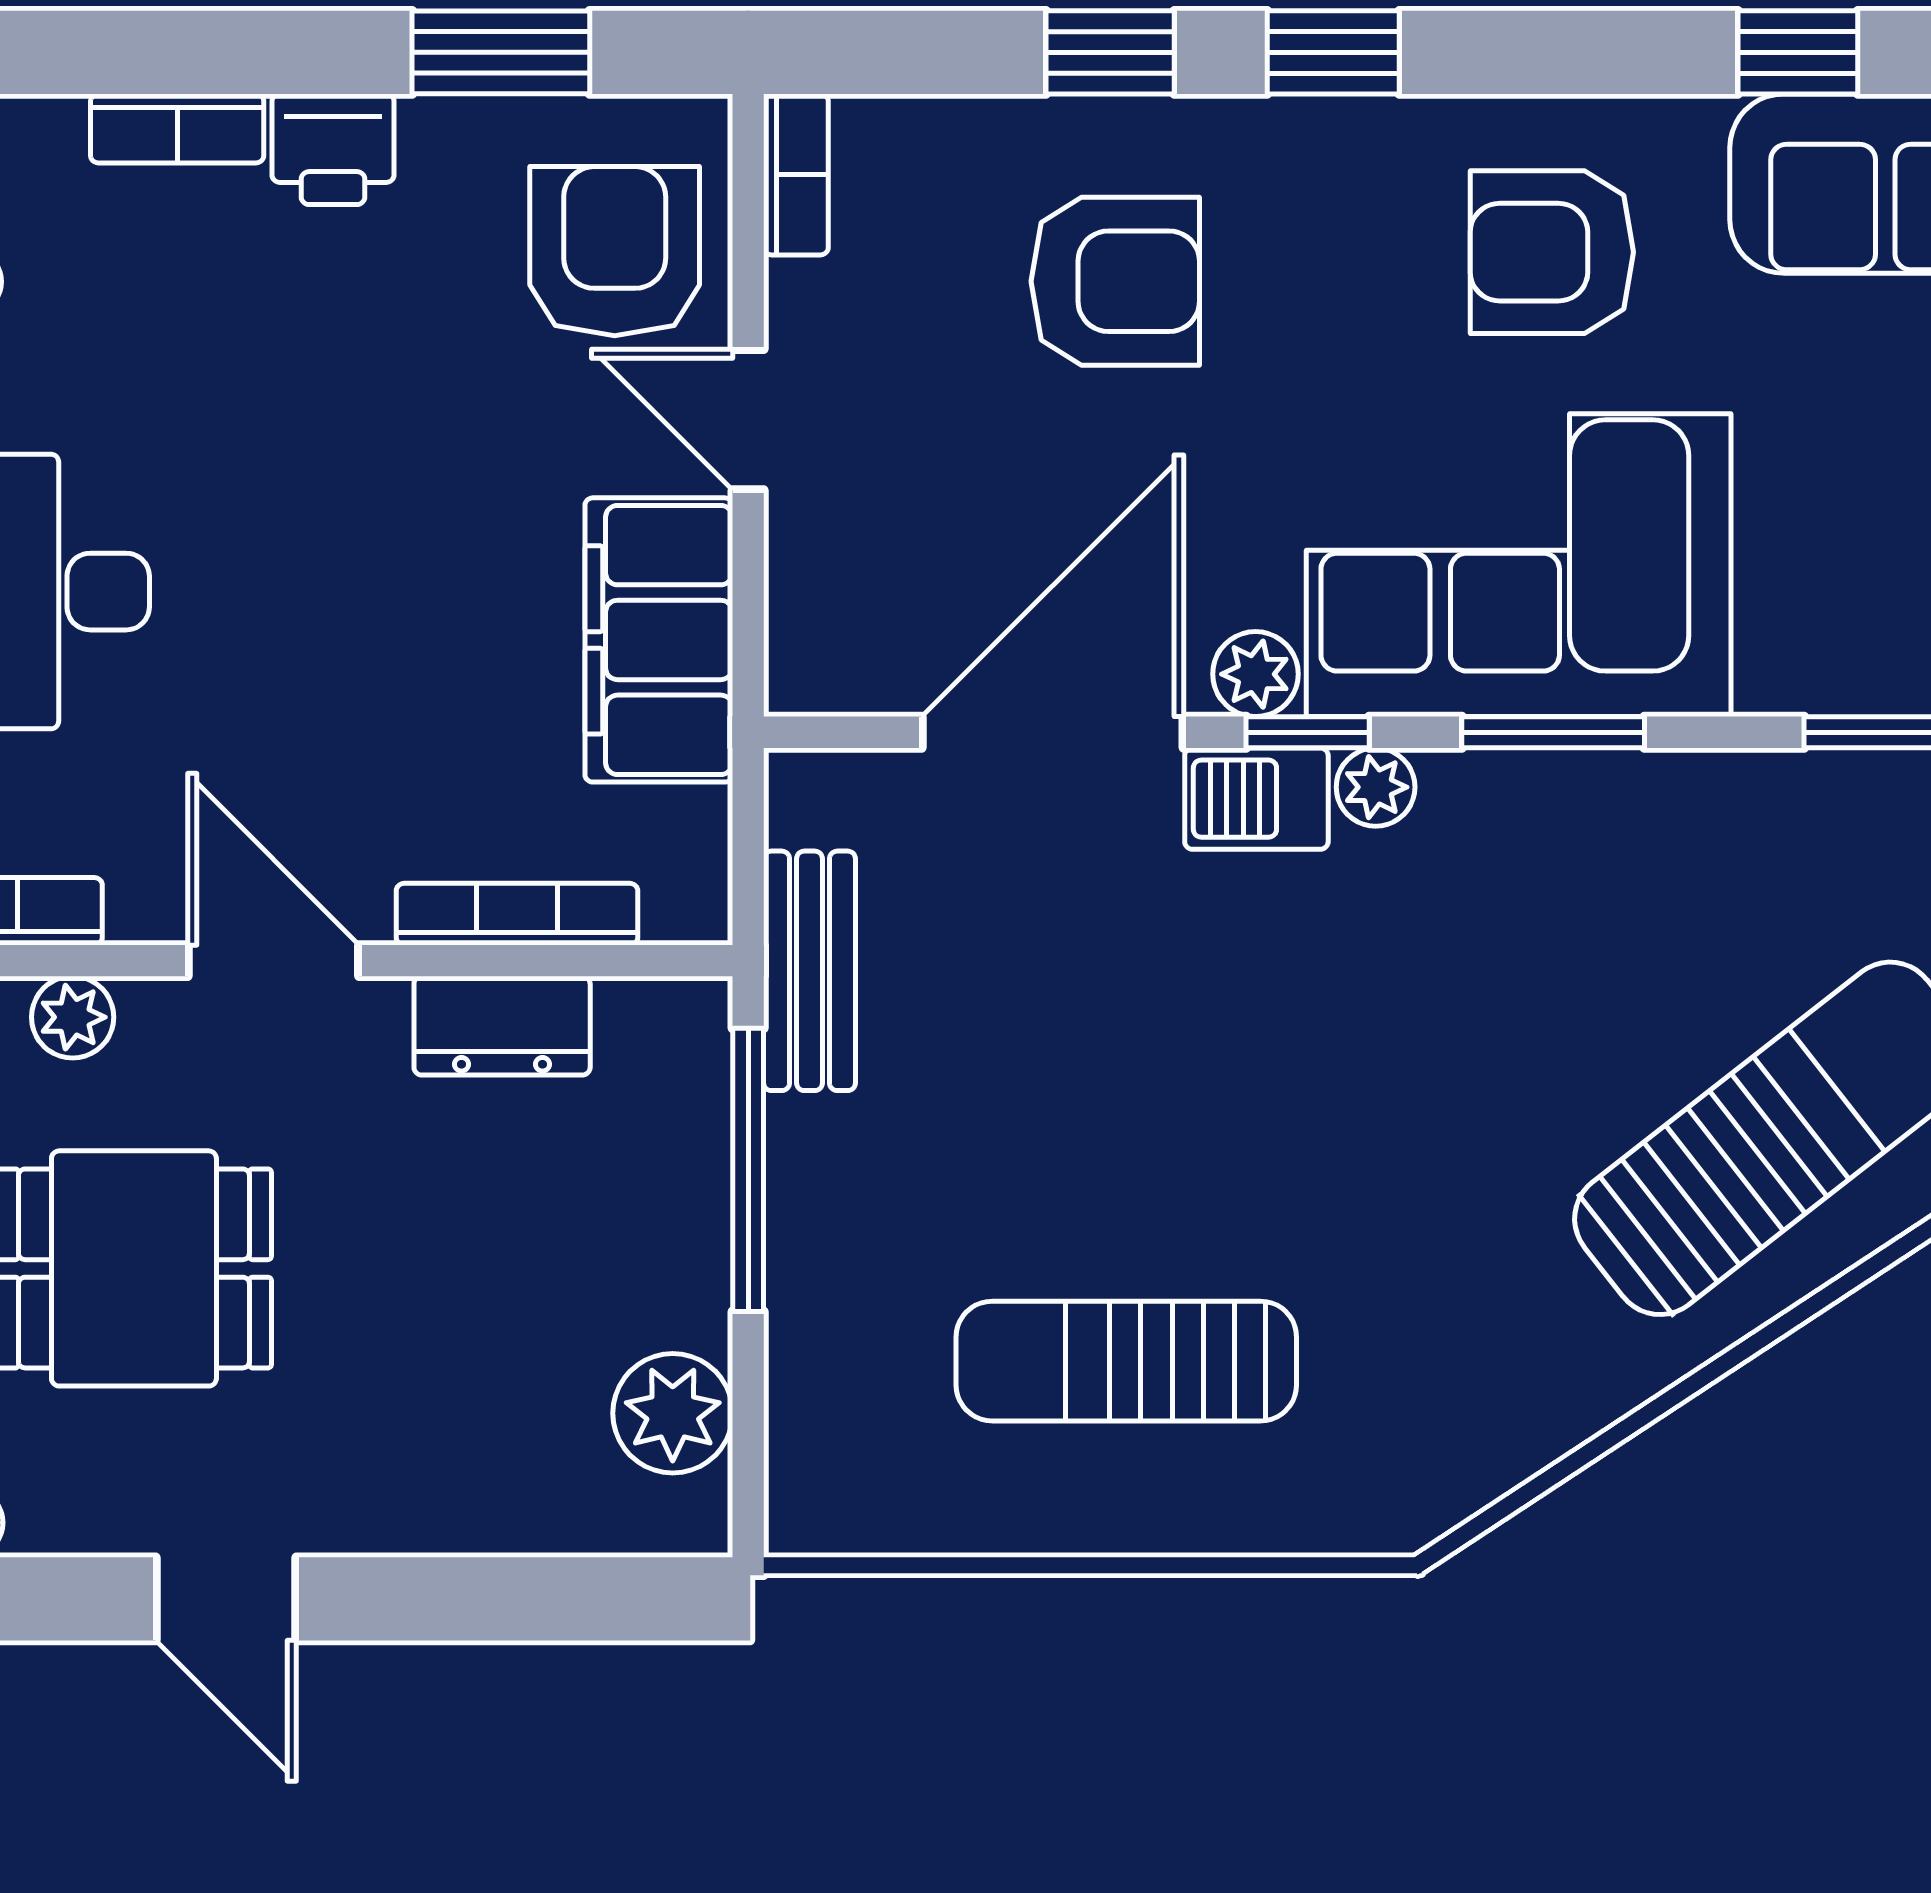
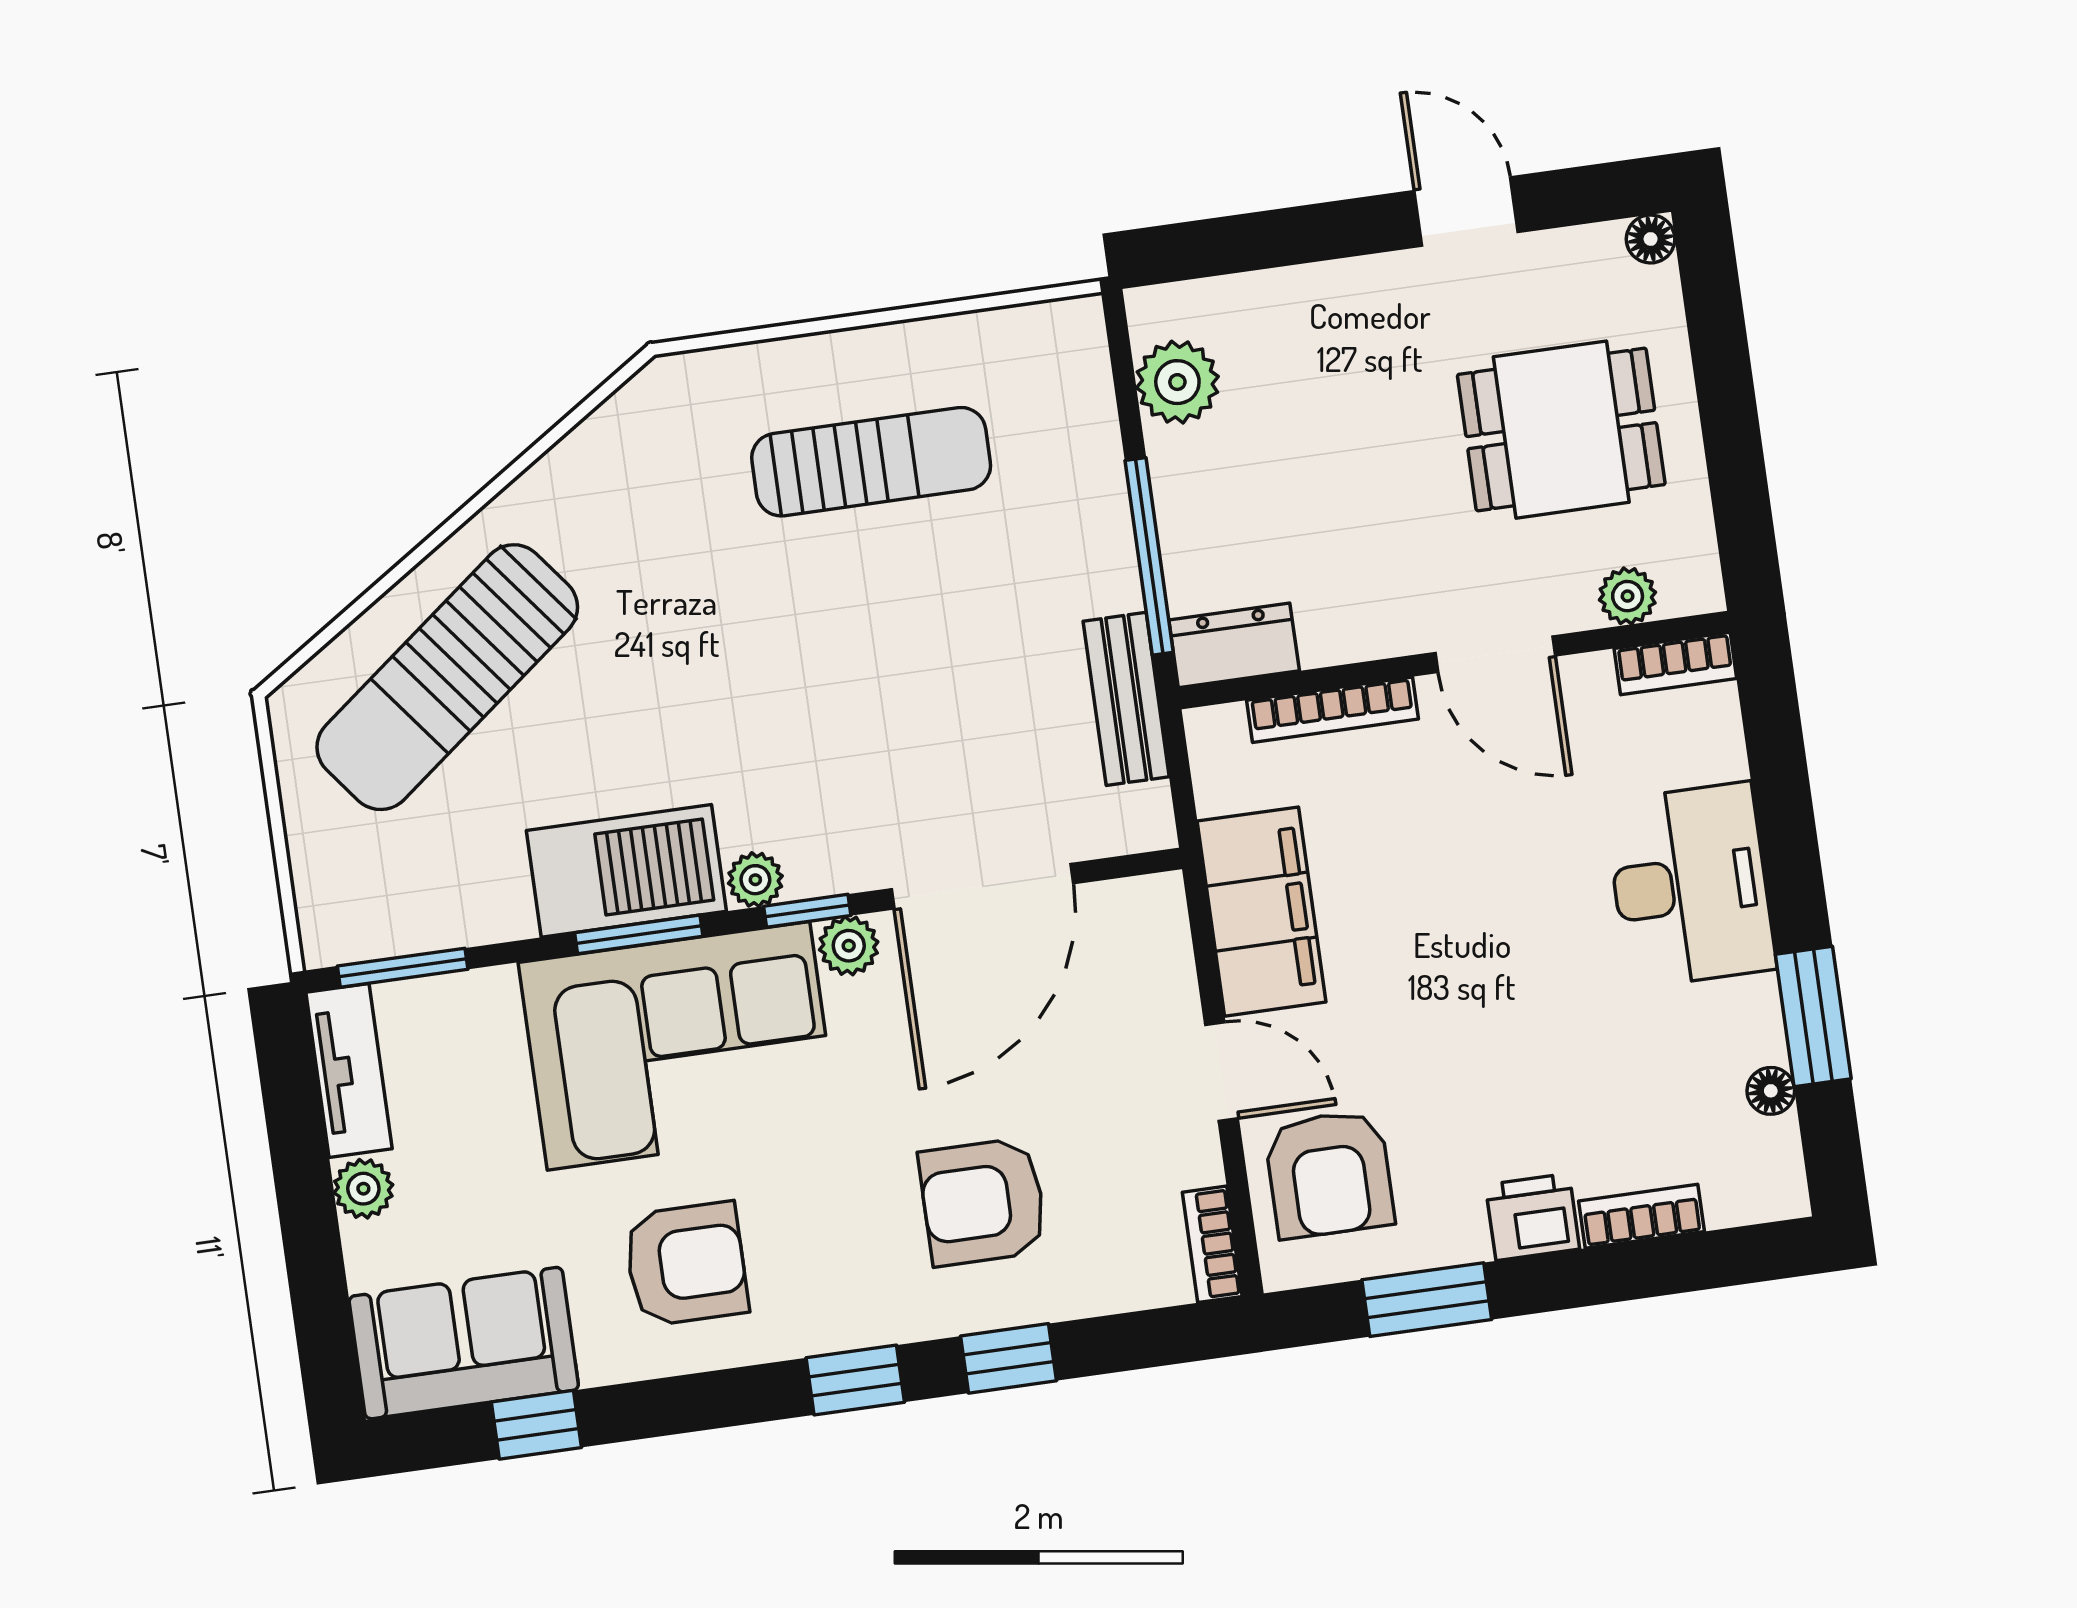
barbecue: (1256, 799) -> (626, 871), moved, width x1.88, depth x1.53
dresser: (502, 1026) -> (1234, 645), moved

